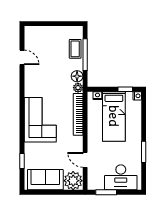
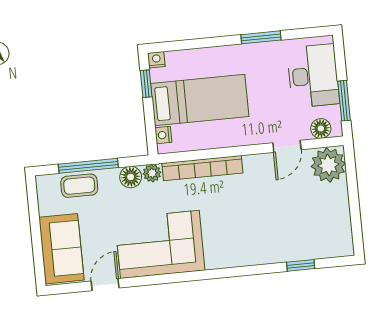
corner sofa: (40, 120) -> (160, 244), moved
floor lamp: (93, 179) -> (321, 128), added
sofa: (45, 180) -> (61, 249), moved, turned 180

